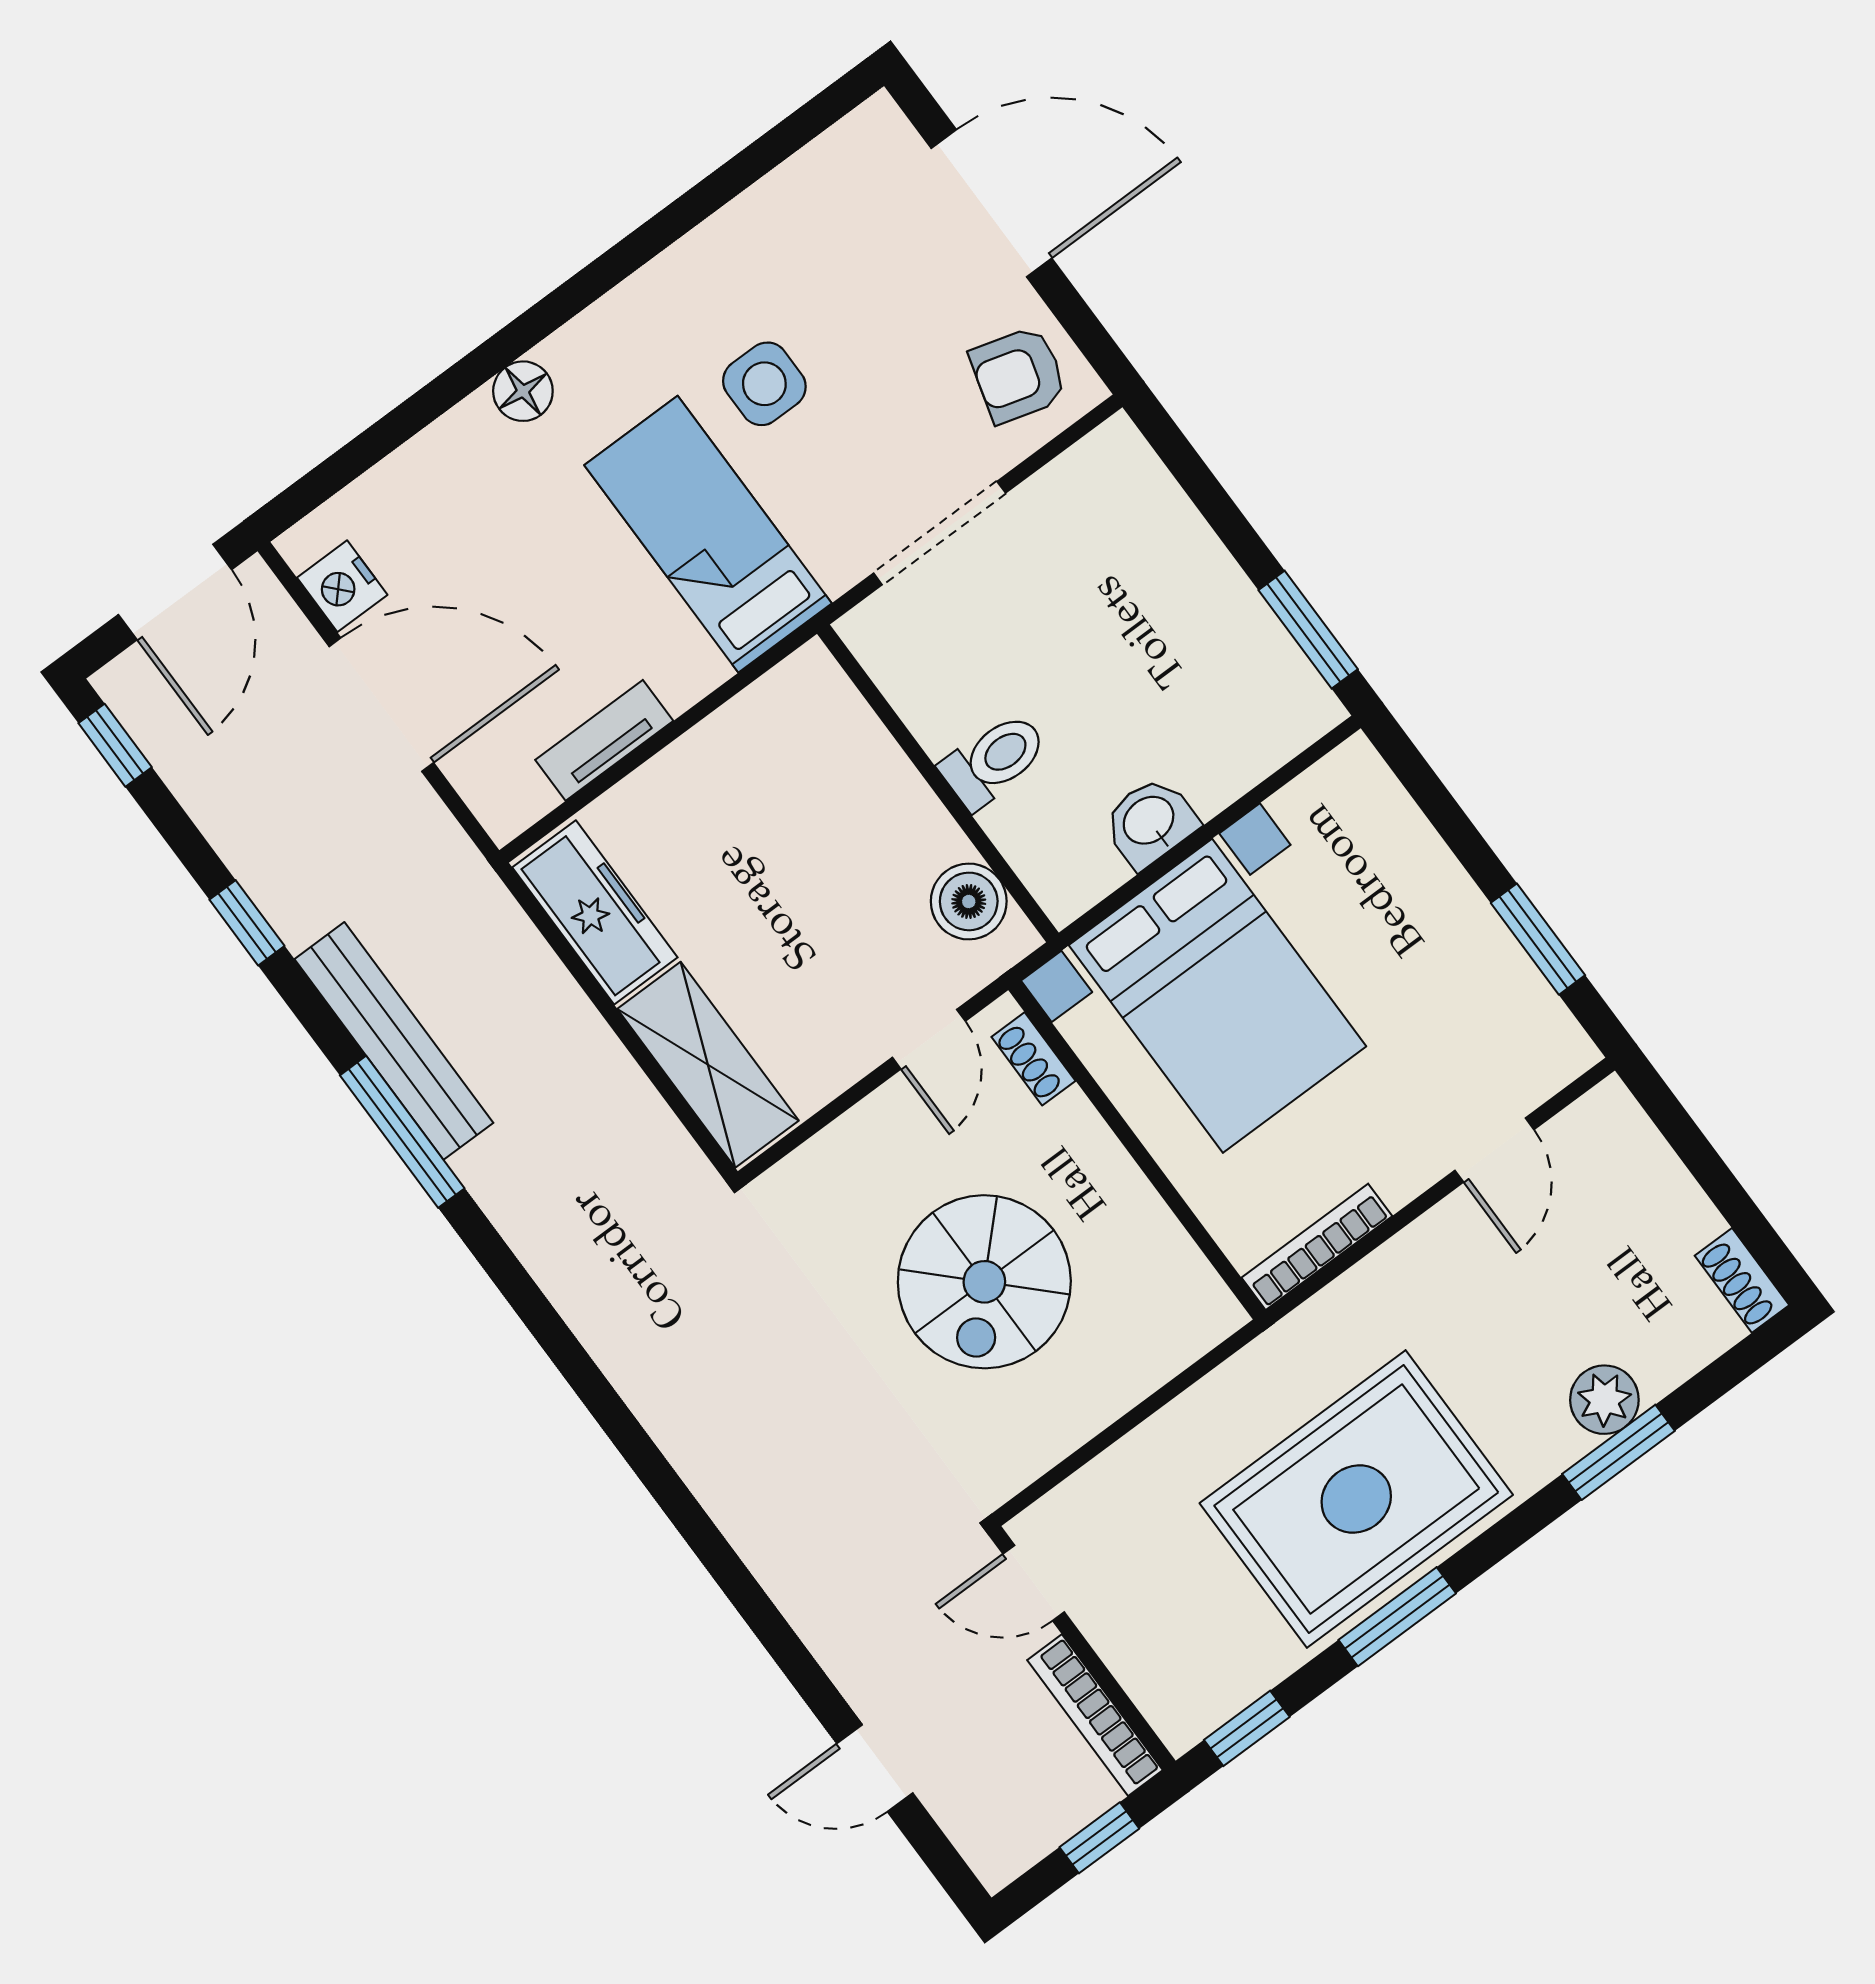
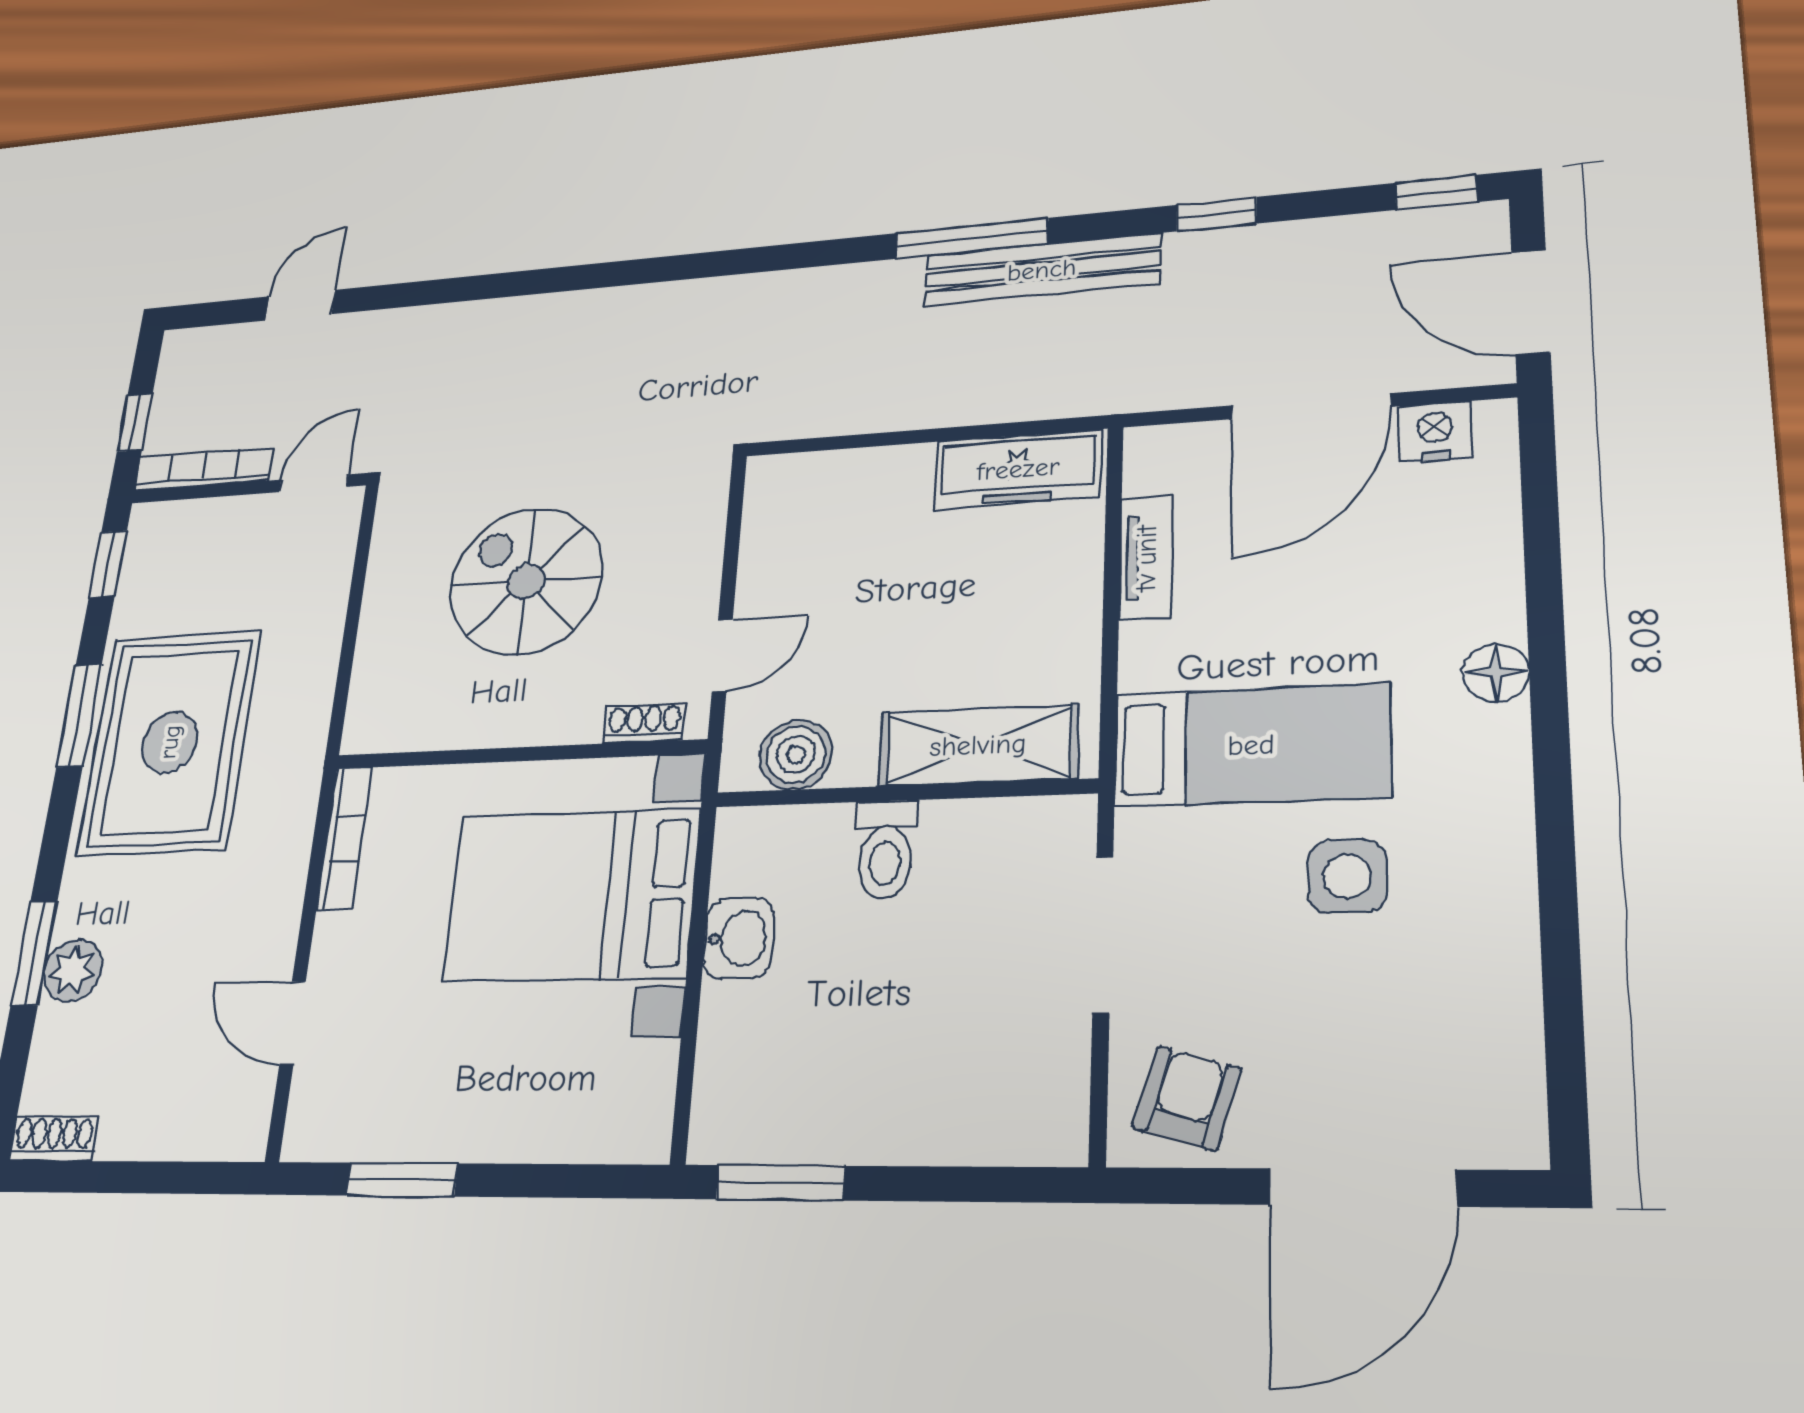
door: (929, 1039) -> (722, 655), swing flipped
shelving: (708, 1065) -> (978, 745), moved

